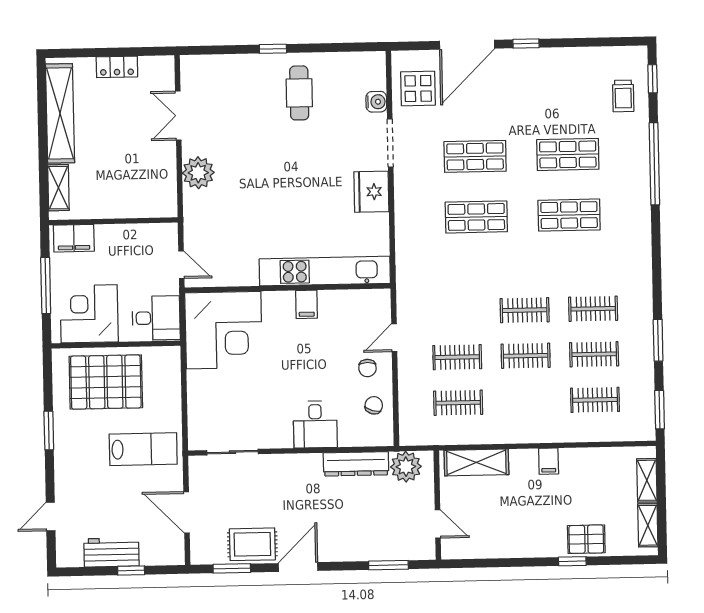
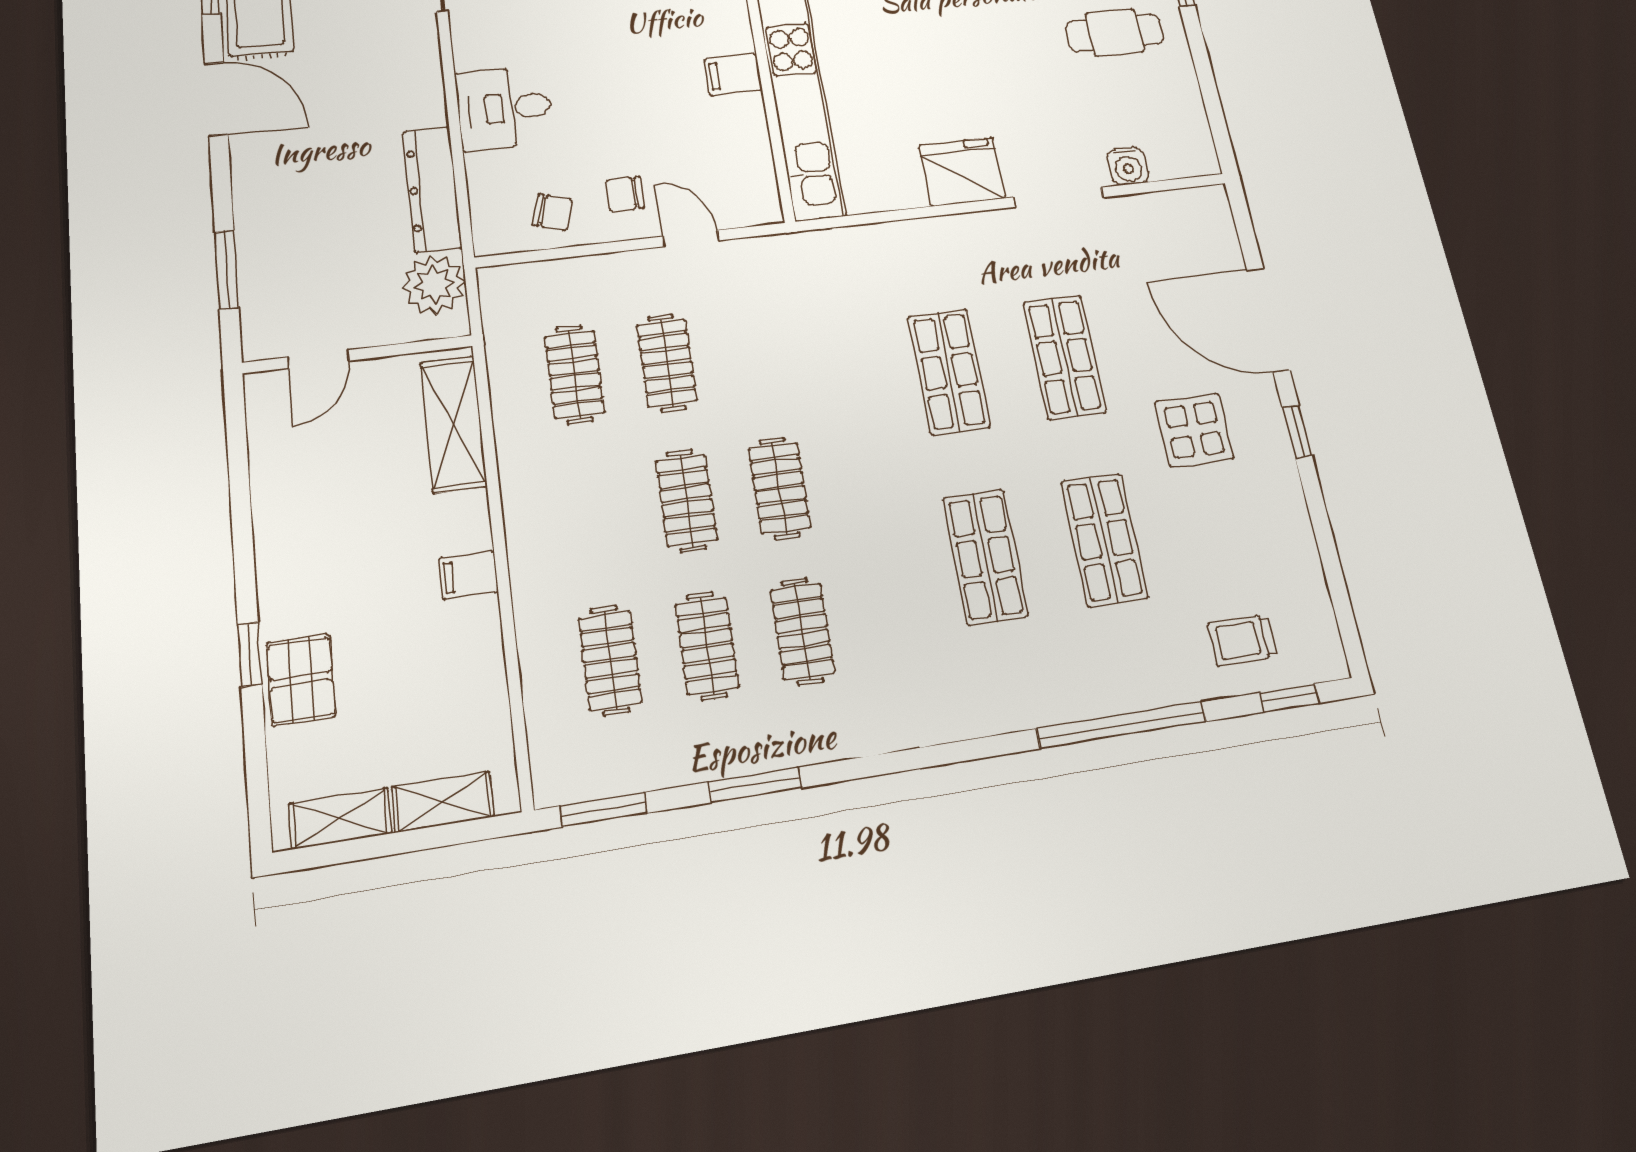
display table: (418, 88) -> (1194, 430), moved

